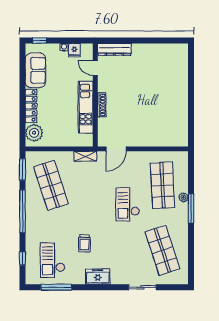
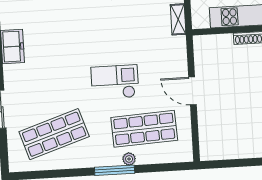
door: (116, 149) -> (193, 91), moved
trolley: (84, 243) -> (57, 25), removed

